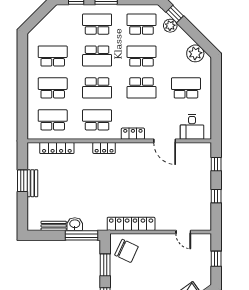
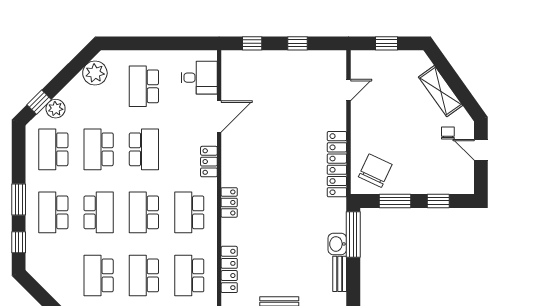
school desk: (97, 88) -> (144, 212), turned 180

